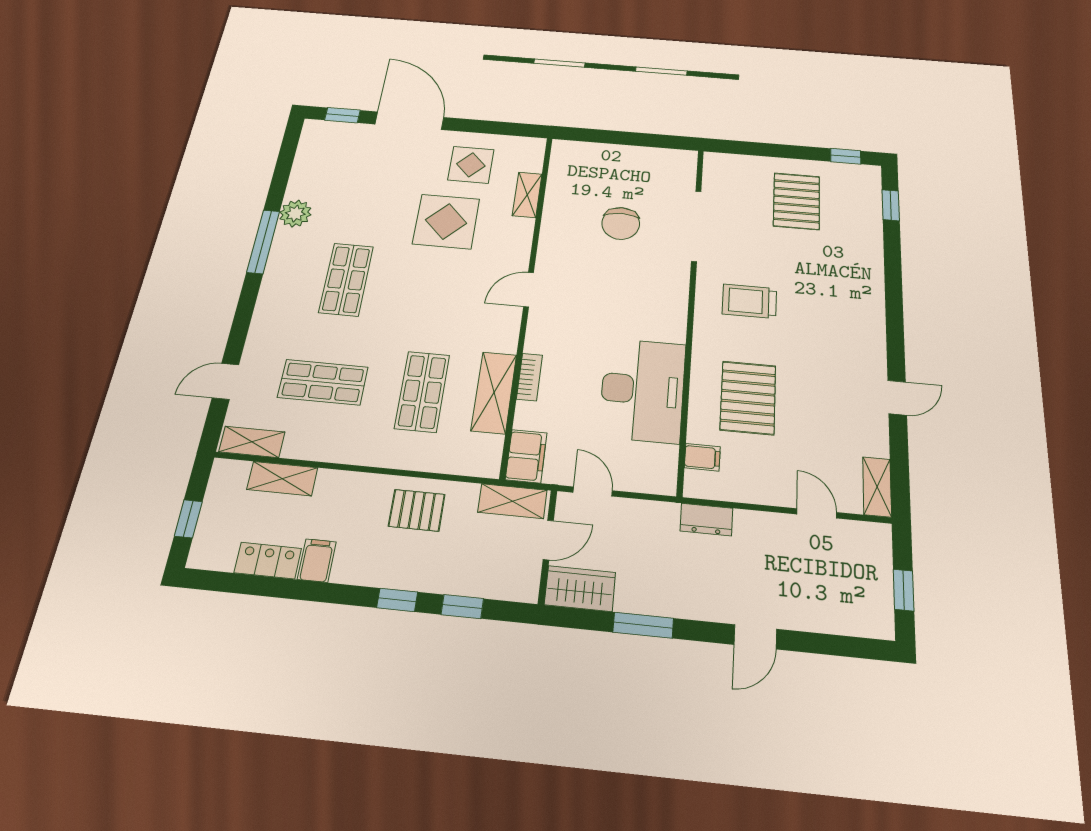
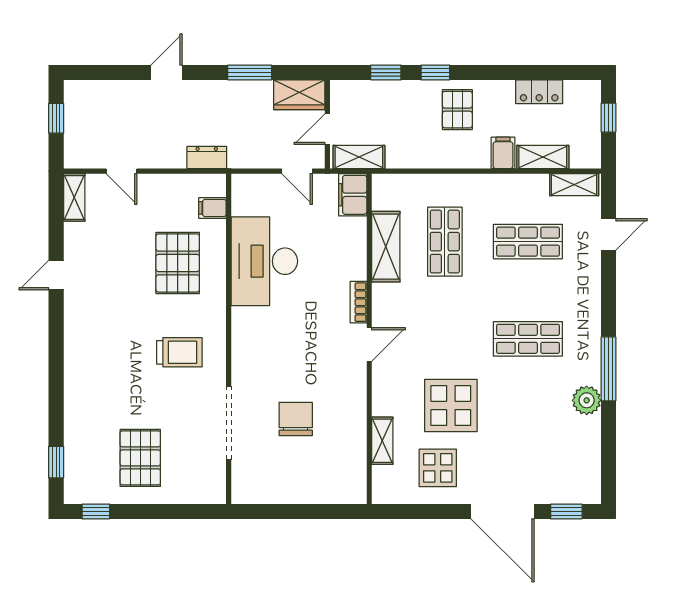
shop shelf: (346, 279) -> (528, 339), turned 90
bookcase: (529, 377) -> (358, 302), moved
pallet: (417, 510) -> (457, 110), moved, turned 90
filing cabinet: (317, 561) -> (503, 153), moved, turned 180

